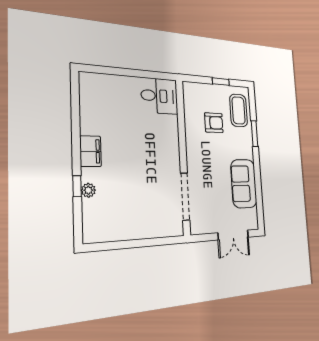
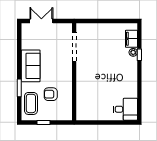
desk: (159, 96) -> (125, 109), moved, turned 180
filing cabinet: (91, 151) -> (131, 39), moved
sofa: (244, 184) -> (31, 66), moved

